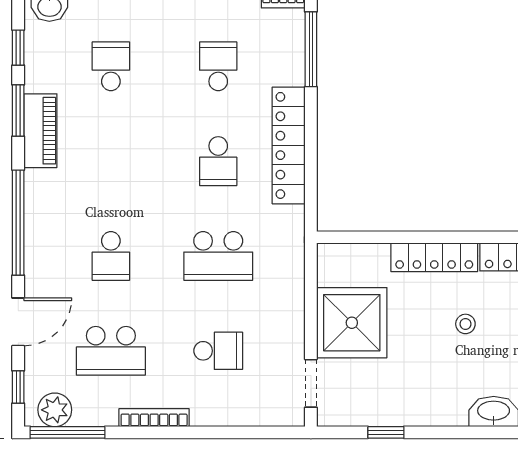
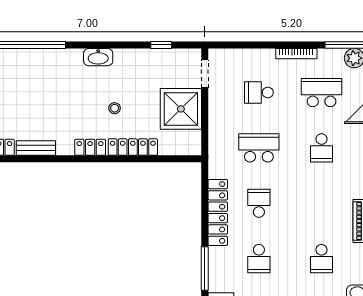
school desk: (111, 256) -> (322, 148), turned 180

